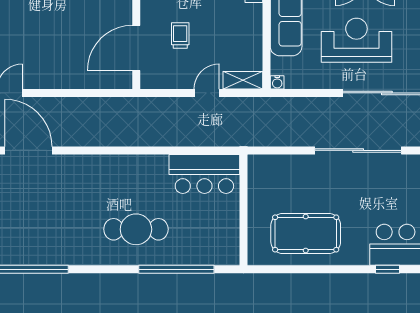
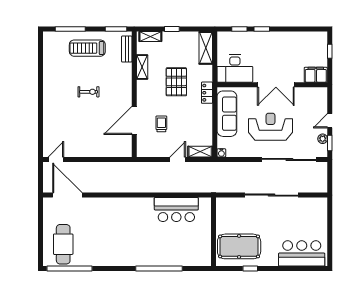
door: (136, 48) -> (134, 120), moved
wall: (244, 210) -> (214, 232), moved
cafe table: (136, 229) -> (63, 244), moved, turned 90
window: (388, 269) -> (250, 269), moved

